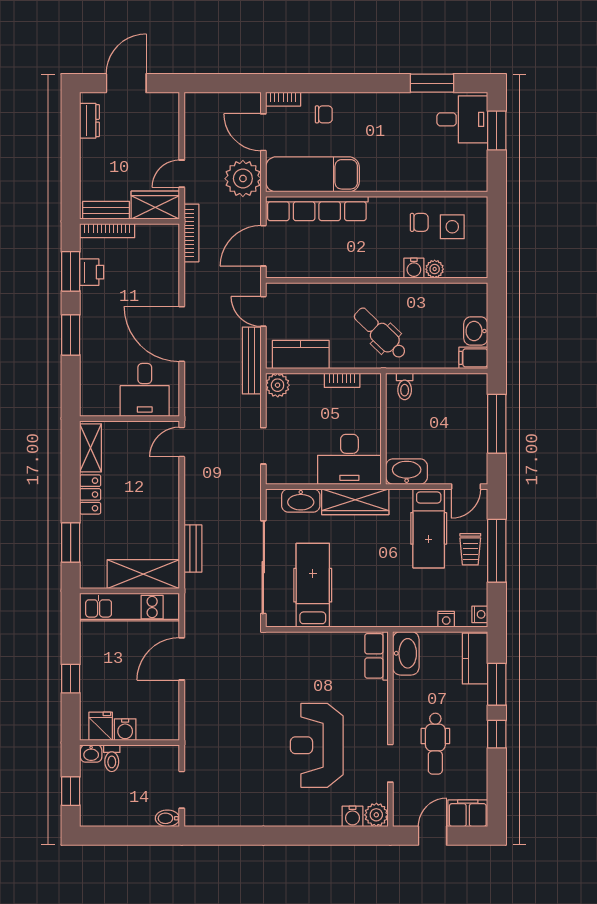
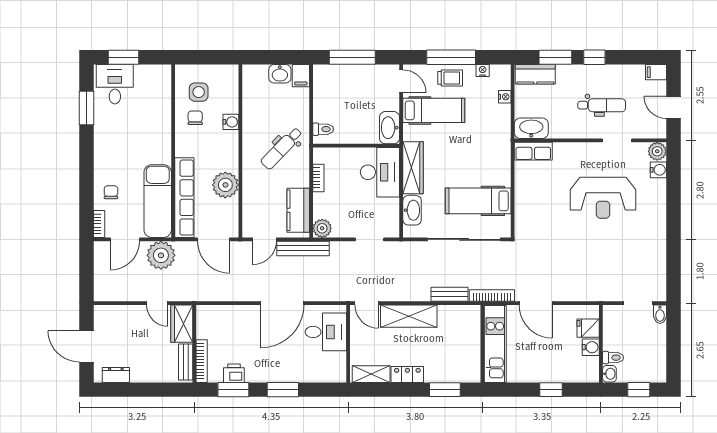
bookcase: (191, 233) -> (492, 295), moved
plant: (435, 269) -> (225, 185), moved, width x1.88, depth x1.88
shelving: (143, 574) -> (409, 316), moved, turned 90
nightstand: (480, 614) -> (483, 71), moved
fridge: (101, 726) -> (588, 328), moved
filing cabinet: (468, 813) -> (656, 72), width x0.50

